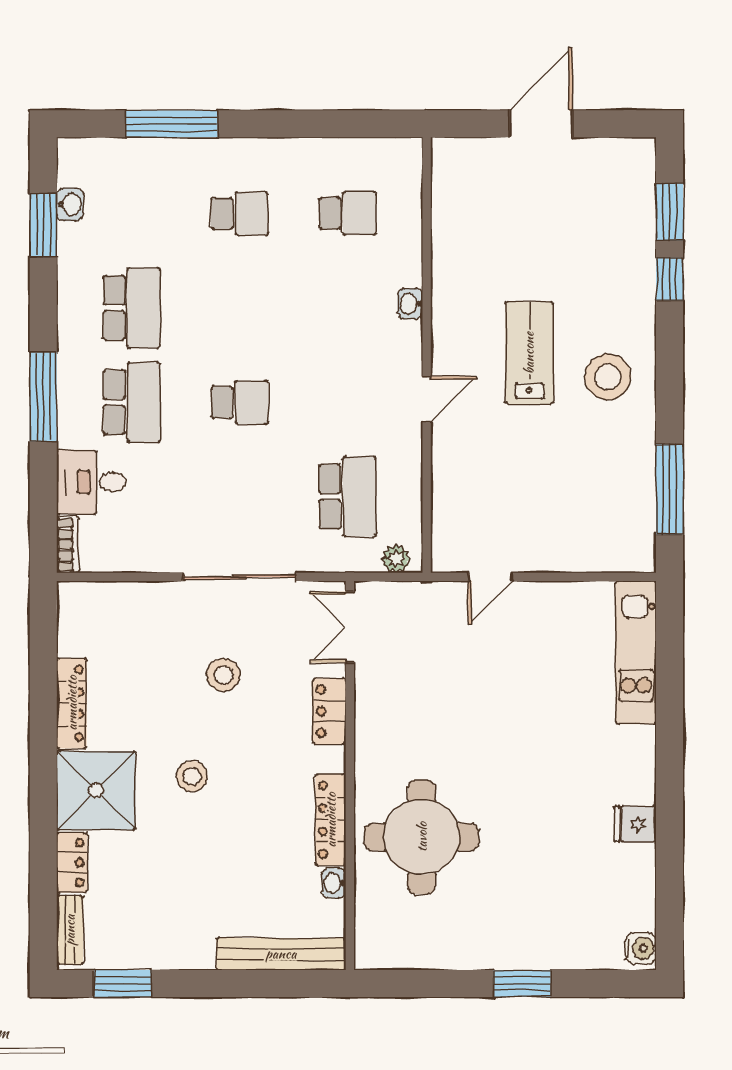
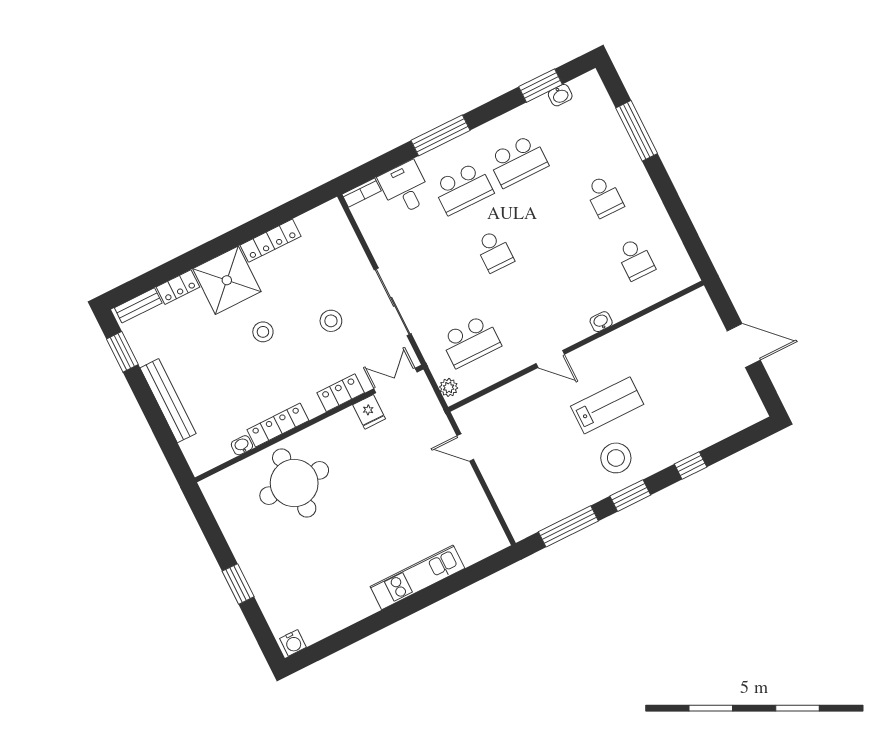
window: (670, 212) -> (630, 496), moved
kitchen unit: (636, 653) -> (417, 577), moved
fridge: (635, 824) -> (369, 412), moved, turned 180
bench: (281, 954) -> (168, 401), moved

